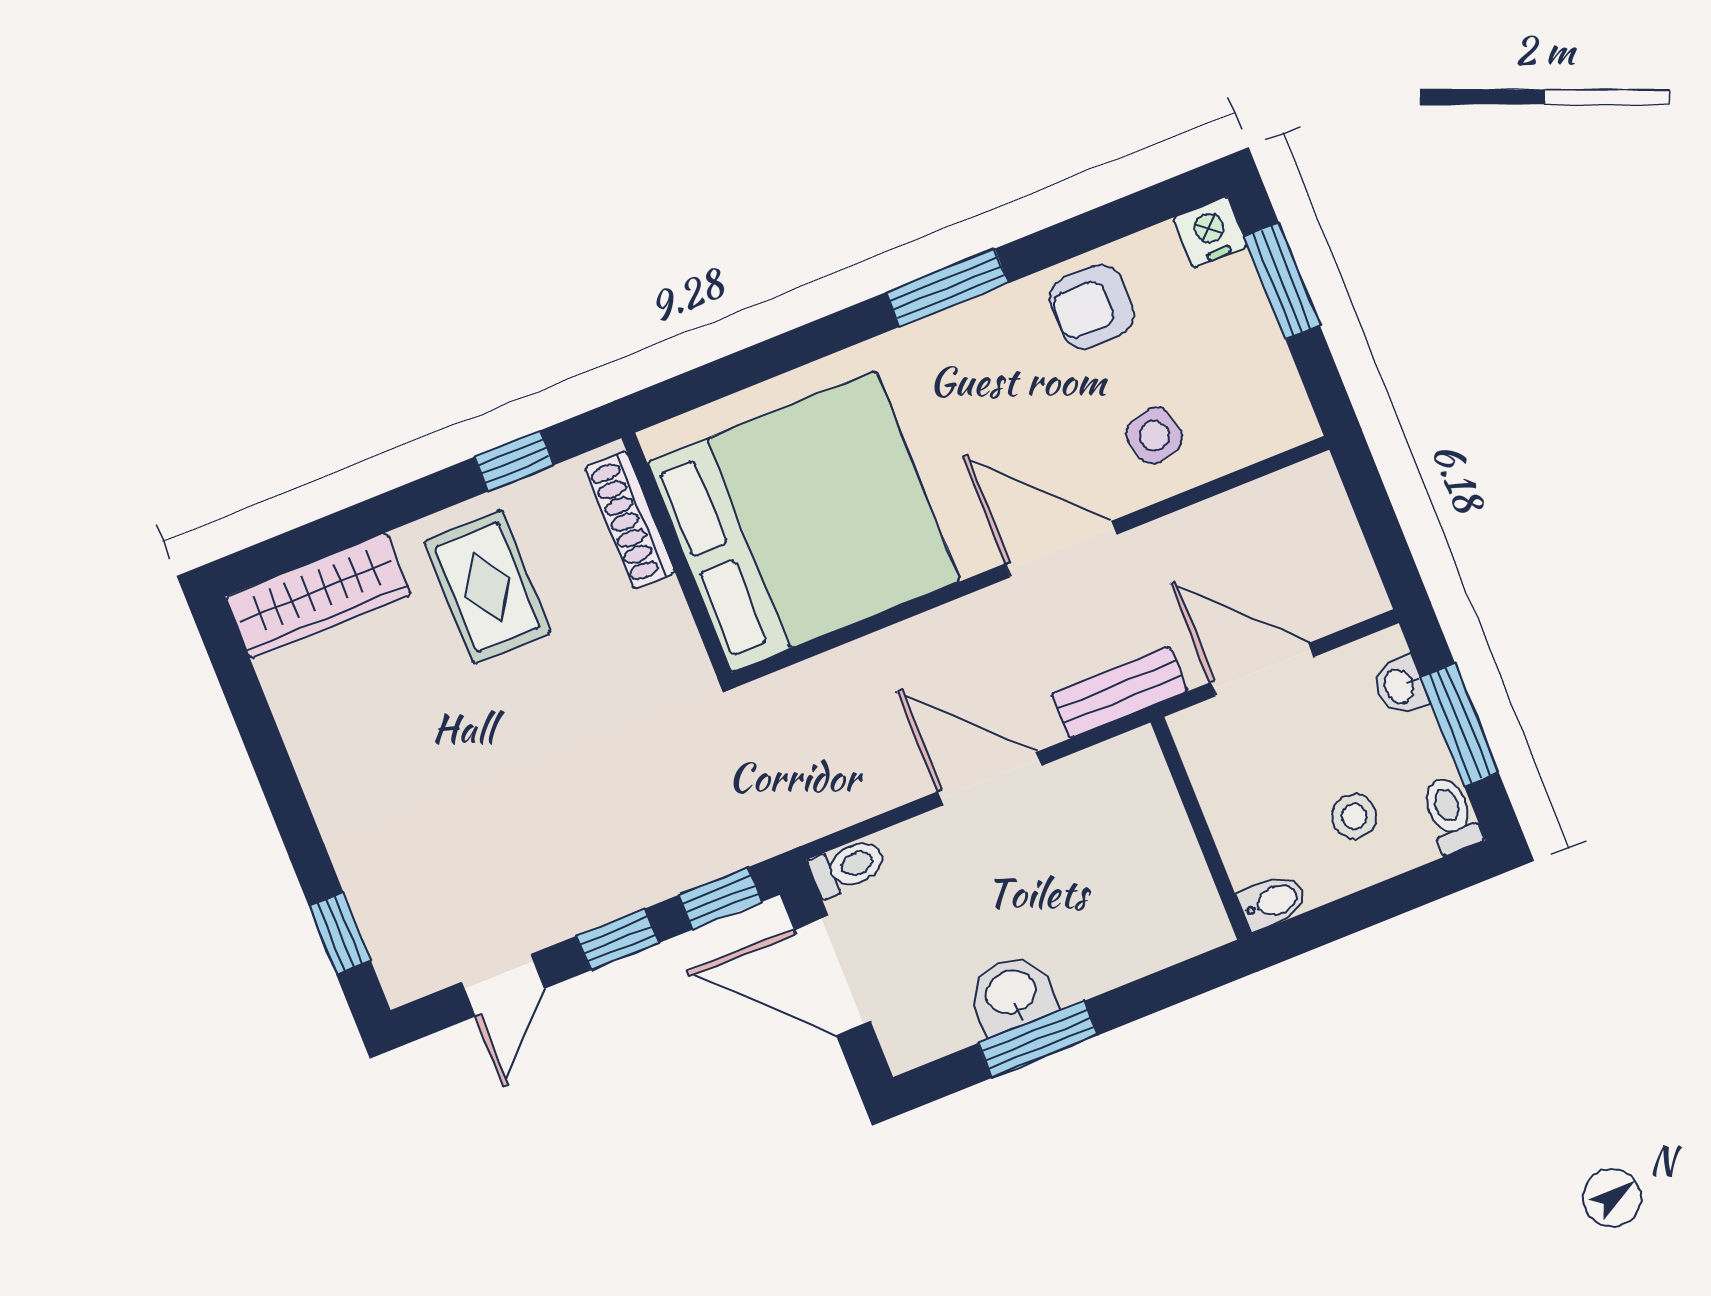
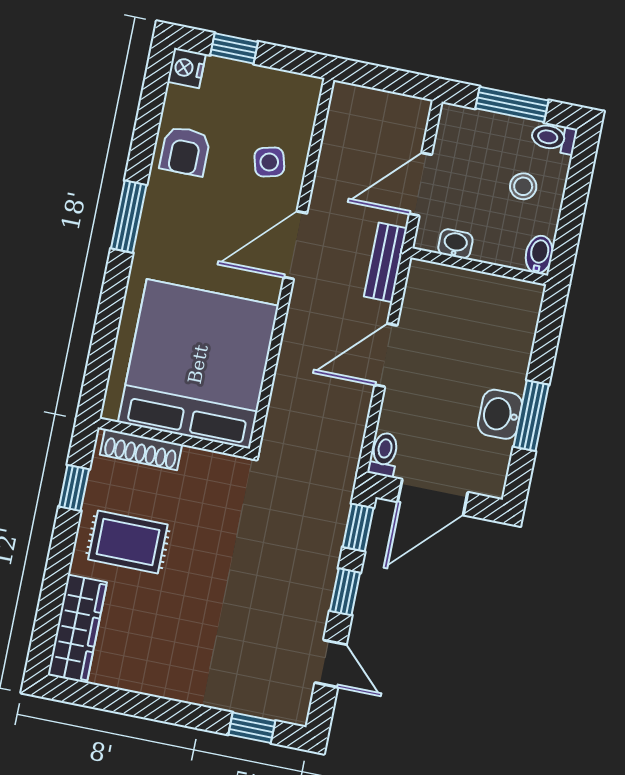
window: (1282, 281) -> (234, 48), width x0.67
washbasin: (1400, 686) -> (455, 244), moved, turned 180

